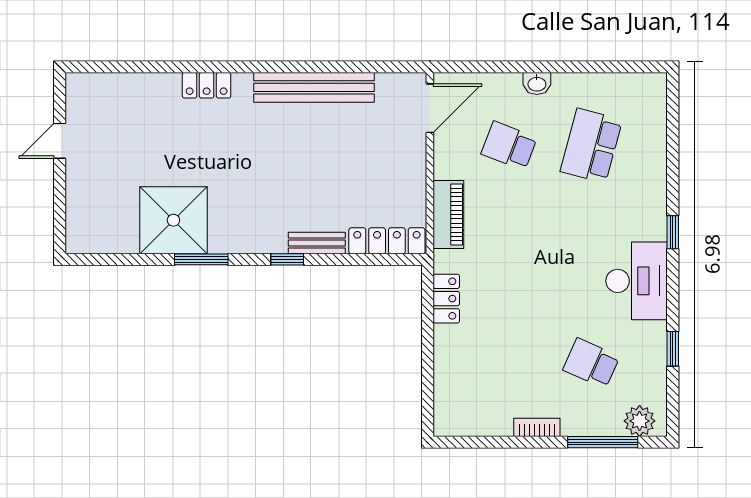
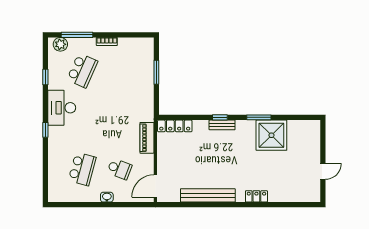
bench: (317, 243) -> (222, 125), moved
locker: (446, 299) -> (148, 100), removed
window: (428, 359) -> (156, 72), added
school desk: (591, 363) -> (82, 70), width x1.85

